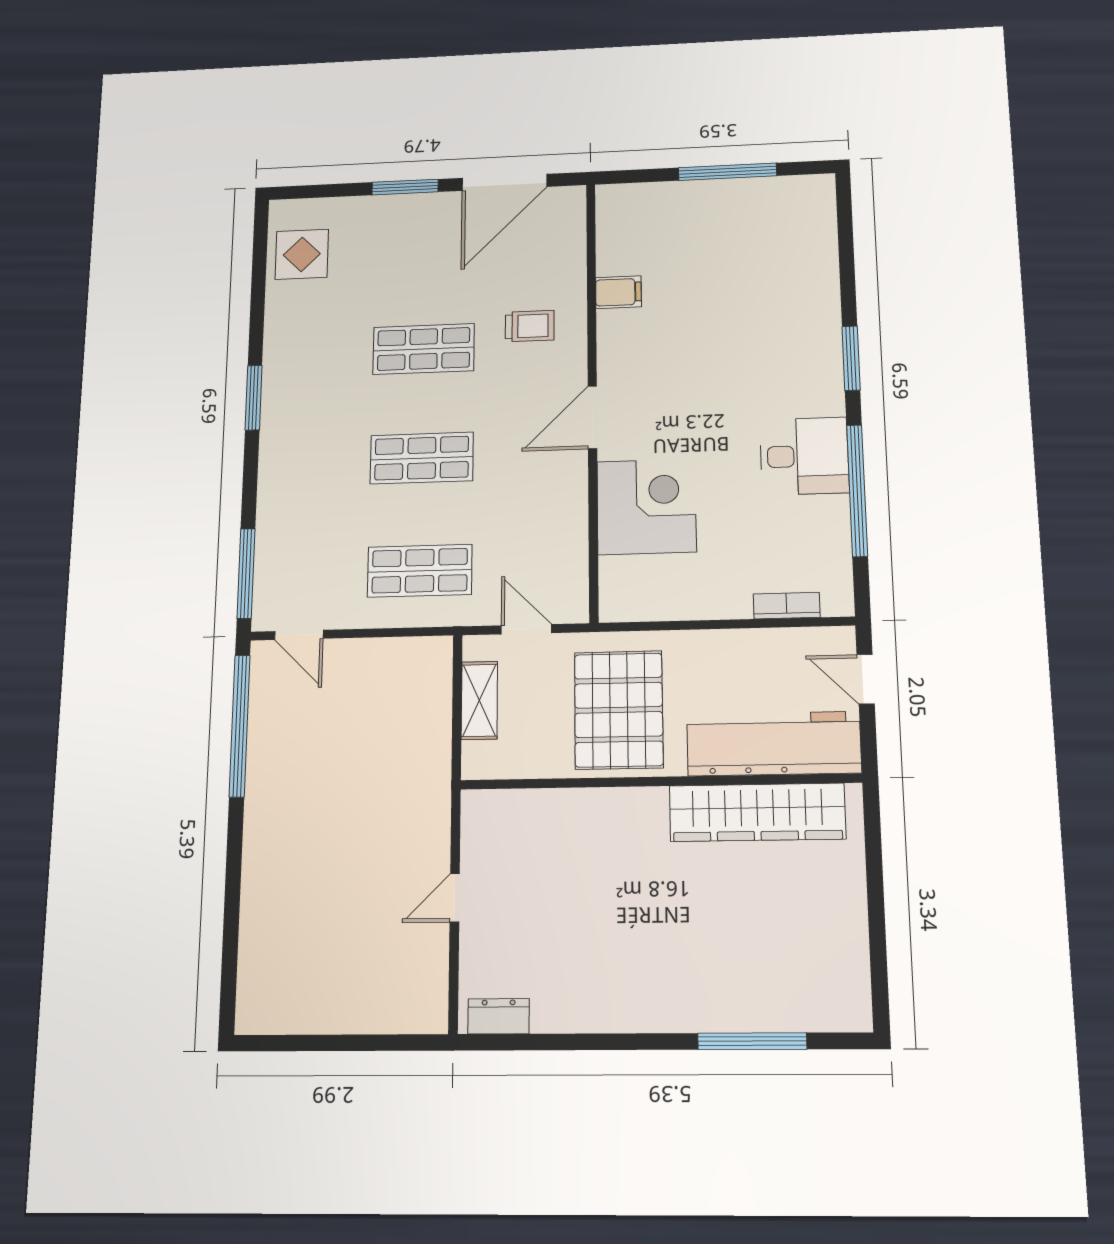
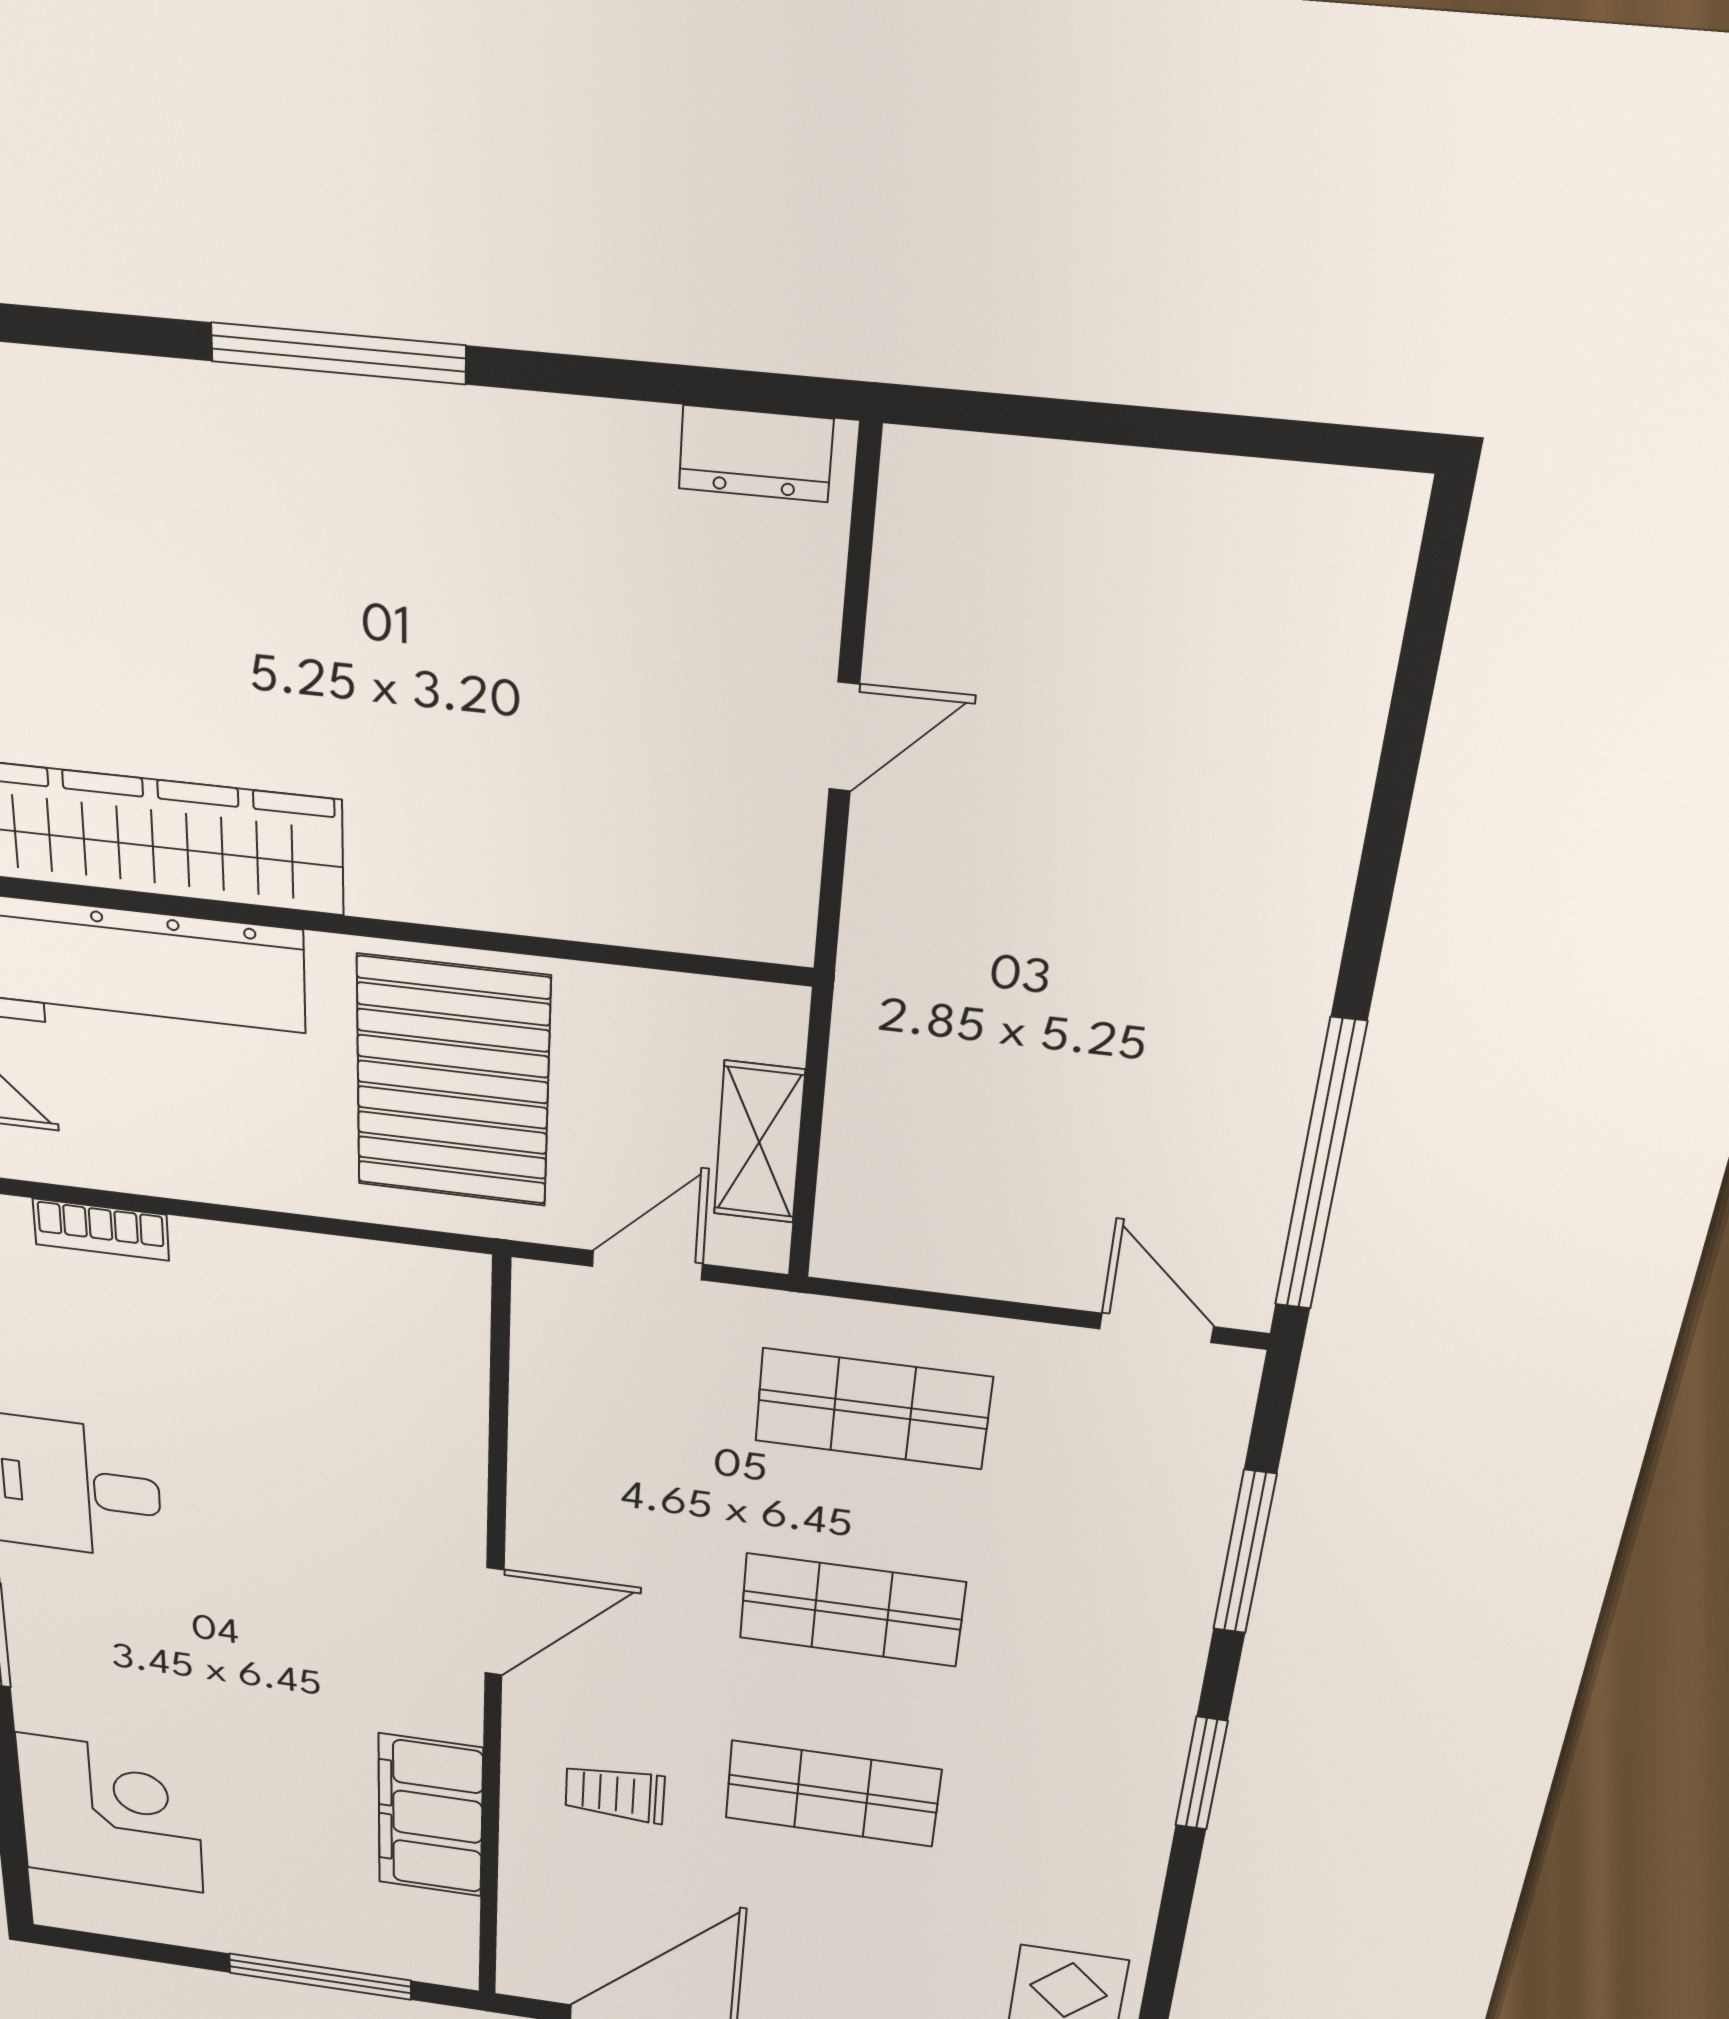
window: (727, 172) -> (320, 1977), moved
filing cabinet: (618, 292) -> (430, 1816), width x3.00, depth x1.17
corner desk: (646, 507) -> (110, 1813), moved, turned 180
window: (246, 573) -> (1245, 1552), moved
door: (526, 629) -> (647, 1265), swing flipped
window: (752, 1041) -> (338, 353), moved

